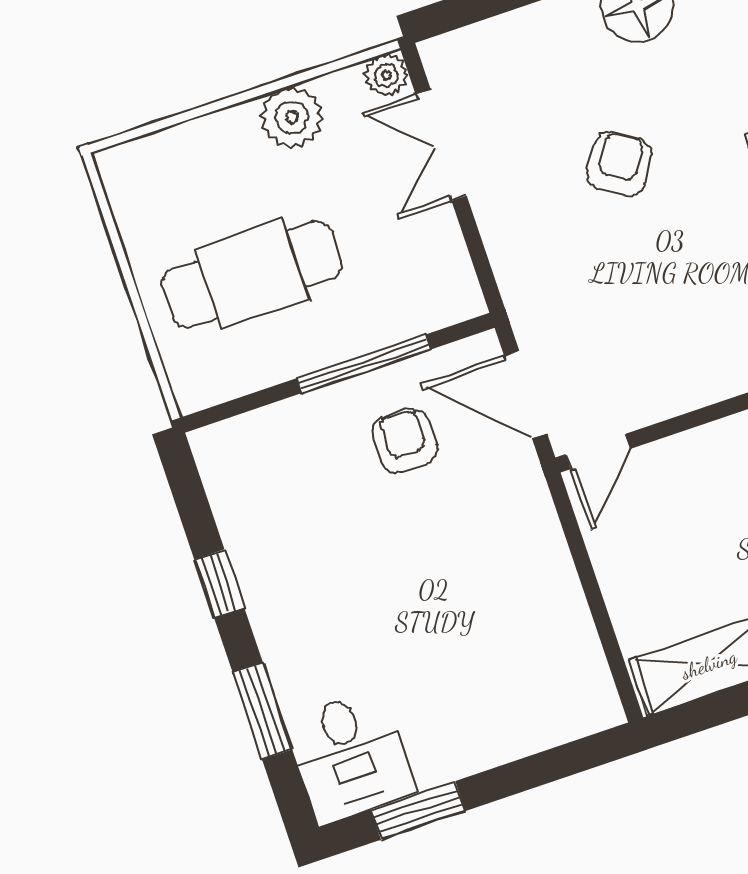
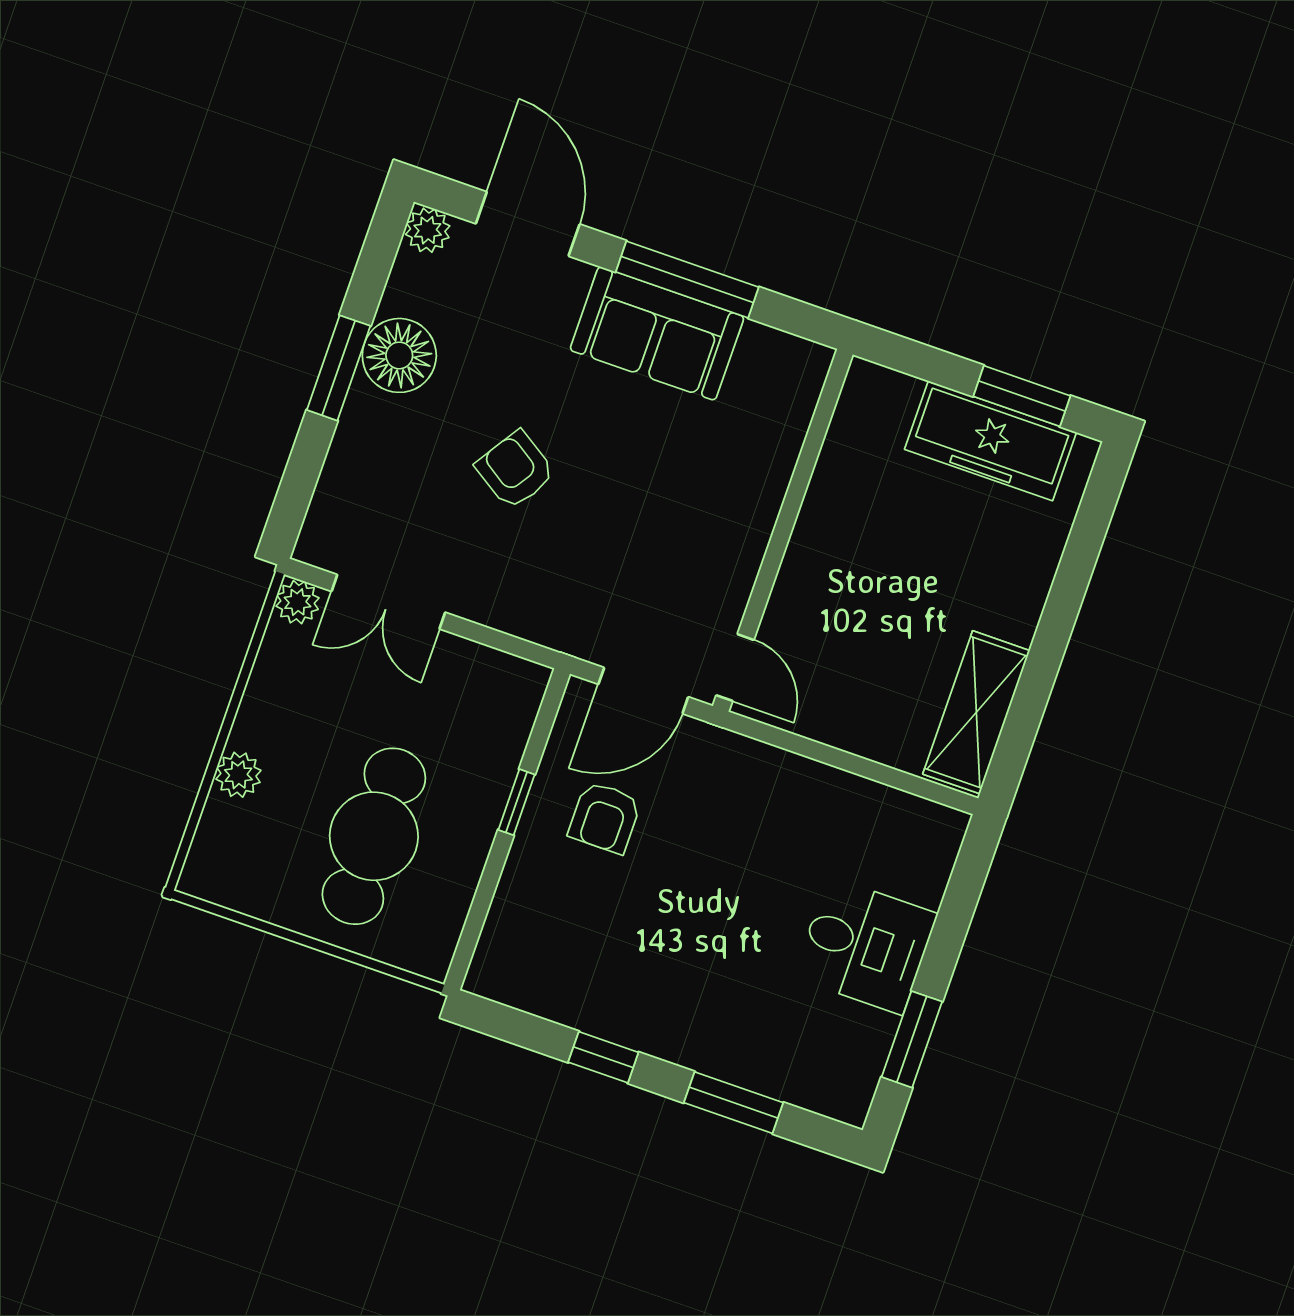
plant: (292, 117) -> (238, 775), moved, width x0.73, depth x0.73
window: (364, 364) -> (516, 802), width x0.46
armchair: (405, 441) -> (605, 817), turned -90
desk: (350, 756) -> (865, 946), moved

